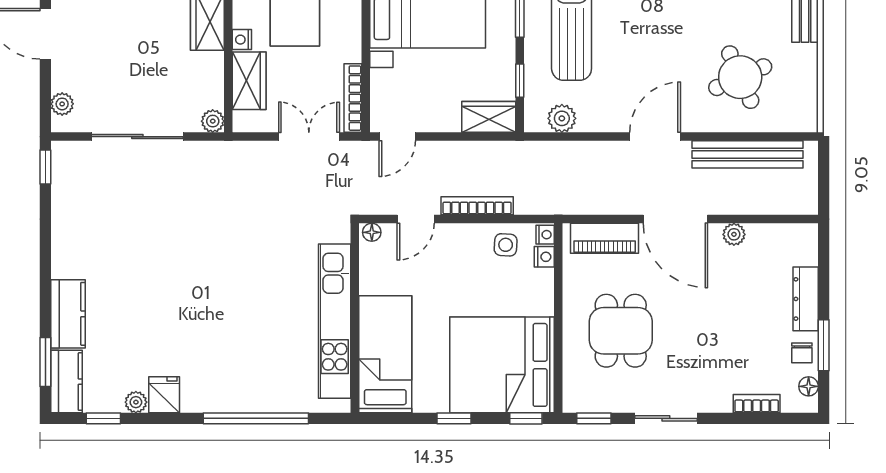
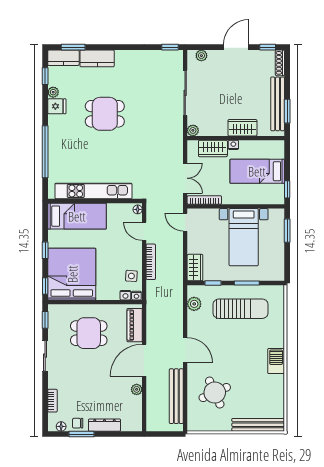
dining table: (179, 298) -> (105, 114), added

